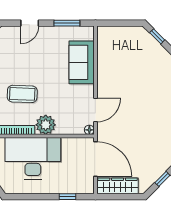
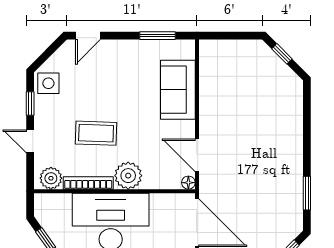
door: (30, 23) -> (88, 36), moved
door: (95, 110) -> (197, 155), swing flipped

